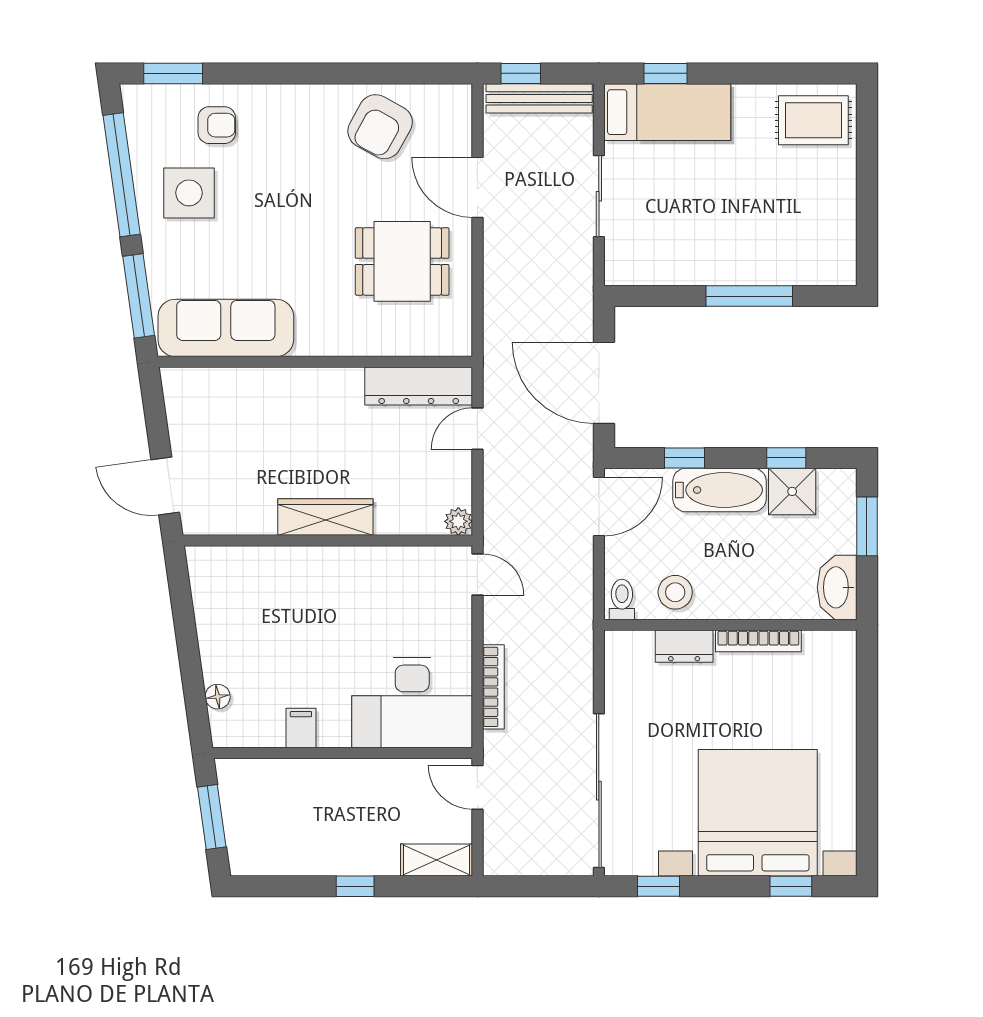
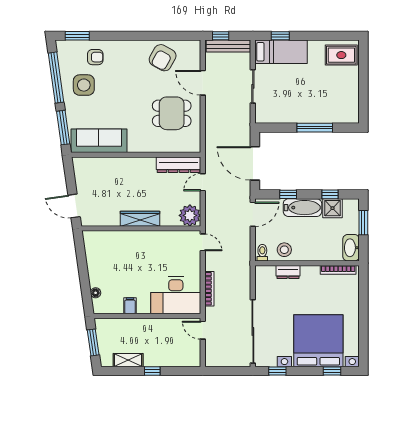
plant: (458, 521) -> (190, 215), width x1.88, depth x1.88
bookcase: (758, 641) -> (338, 270), moved
shelving: (437, 860) -> (128, 360), moved

